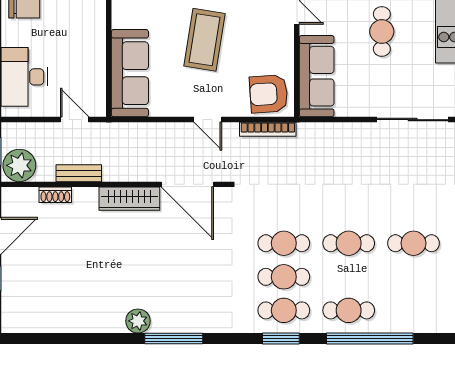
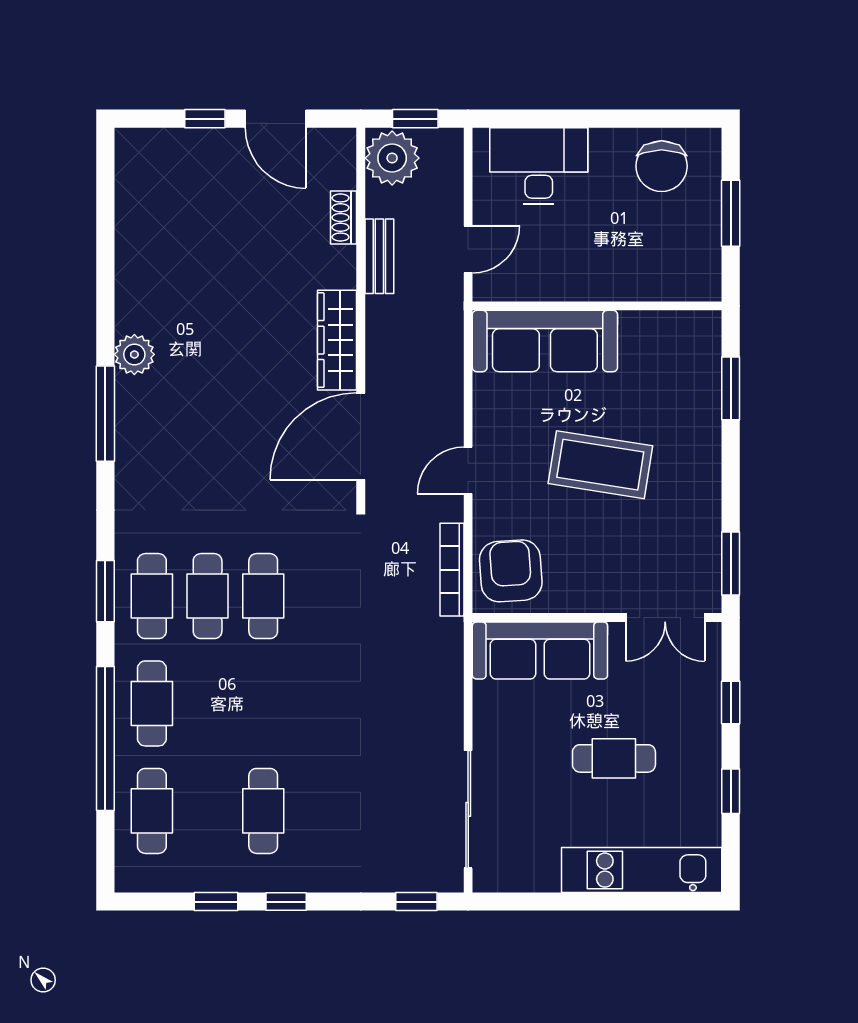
cafe table: (349, 243) -> (152, 811), moved

